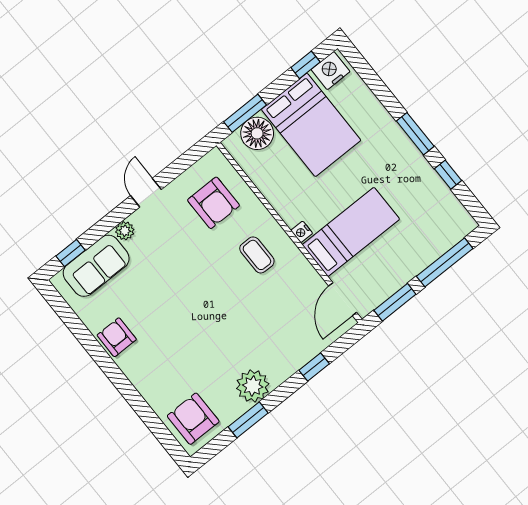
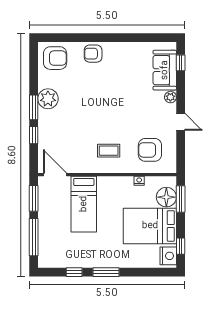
nightstand: (302, 232) -> (139, 181), moved
armchair: (117, 337) -> (93, 54), moved, turned 180
window: (248, 420) -> (34, 107), moved

